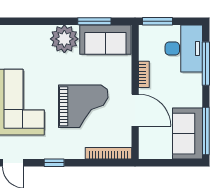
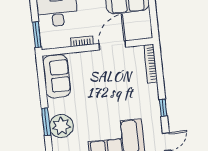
window: (94, 21) -> (46, 121), moved
plant: (64, 39) -> (61, 126), moved
grand piano: (83, 106) -> (114, 89), removed

